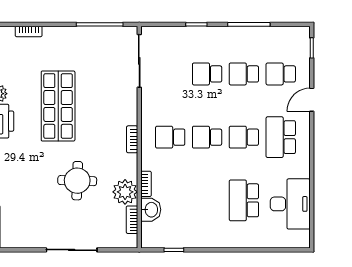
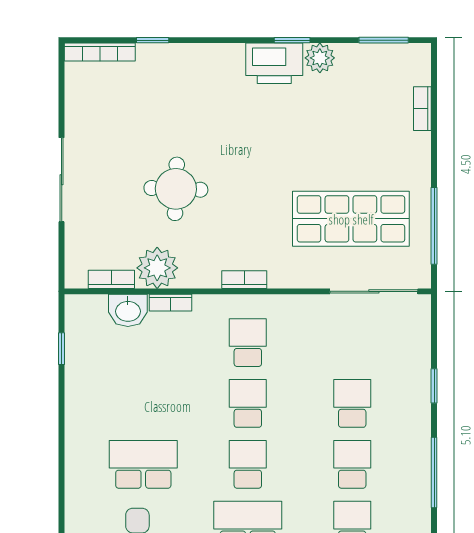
shop shelf: (58, 106) -> (351, 219), moved

